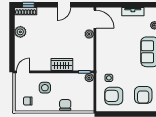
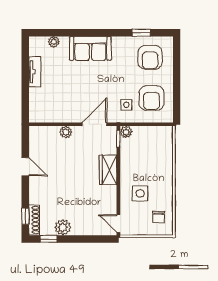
door: (95, 19) -> (94, 124), moved
window: (12, 22) -> (49, 239), added
armchair: (143, 95) -> (150, 57), turned 90
chair: (65, 105) -> (164, 165), removed

